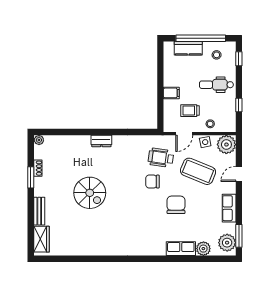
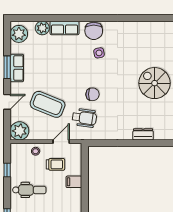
side table: (205, 142) -> (99, 53), moved
chair: (176, 205) -> (94, 31), moved
window: (239, 236) -> (7, 67), moved

